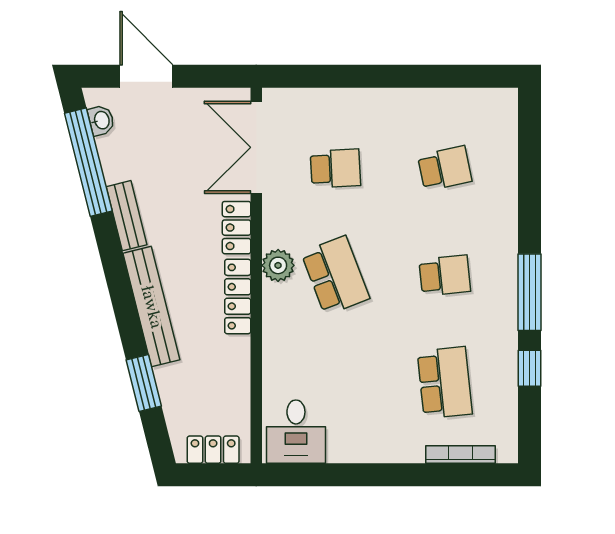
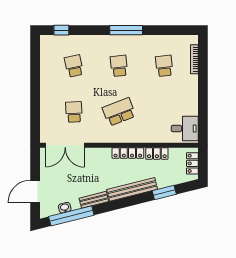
washbasin: (101, 120) -> (65, 208), moved
locker: (237, 228) -> (157, 154), moved
plant: (278, 265) -> (115, 136), removed
window: (530, 368) -> (61, 30), moved
school desk: (445, 383) -> (164, 66), width x0.54

